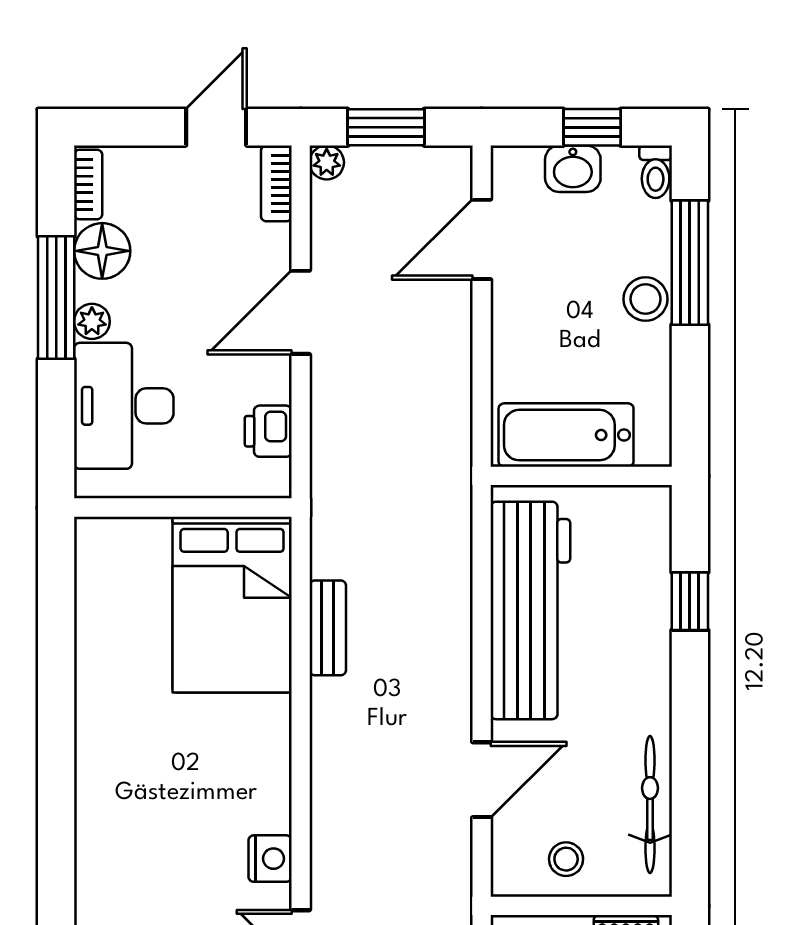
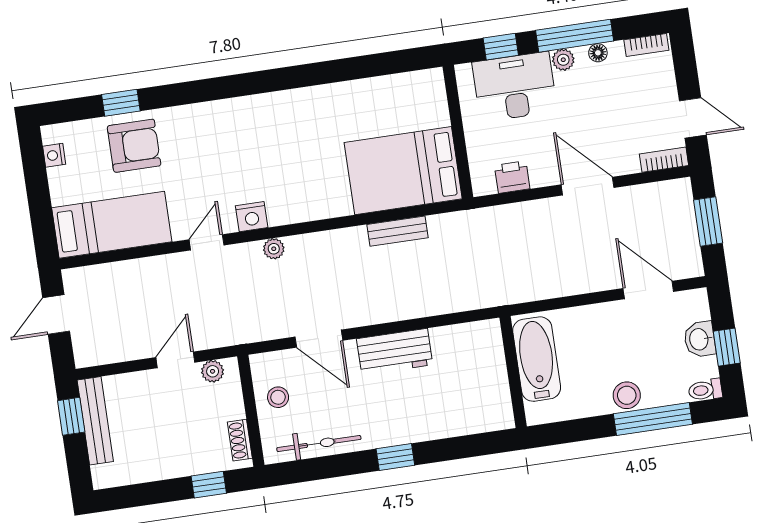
plant: (327, 162) -> (274, 249), moved
floor lamp: (102, 251) -> (598, 53), width x0.53, depth x0.53
window: (56, 418) -> (501, 47), added
window: (690, 601) -> (395, 457), moved
workbench: (530, 610) -> (395, 352), width x0.53, depth x0.76

